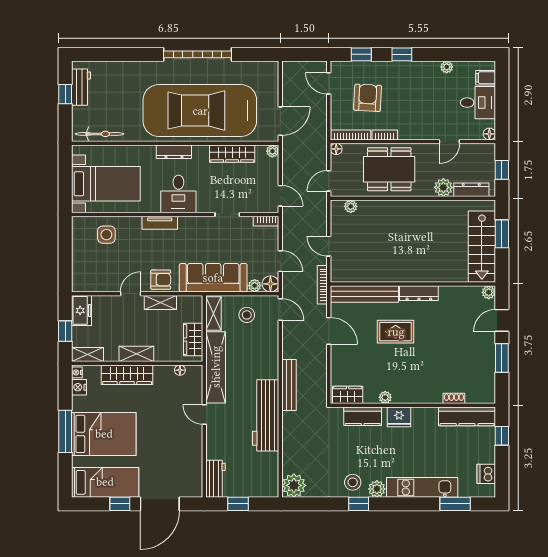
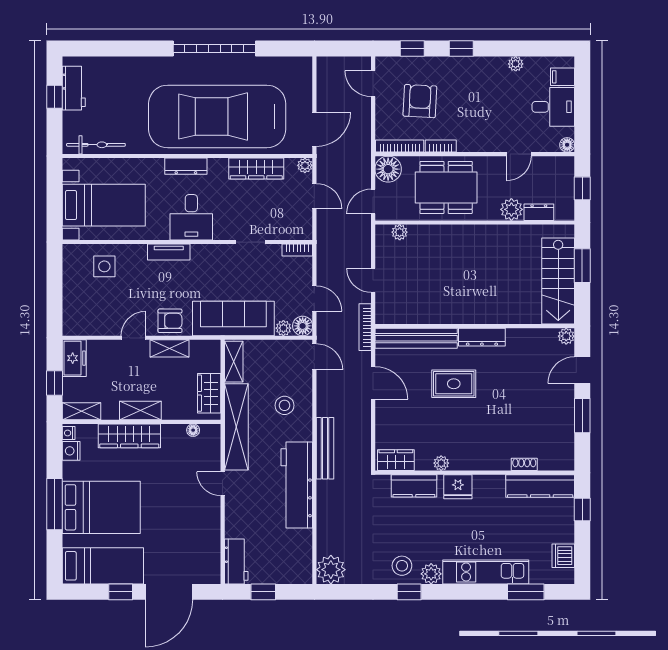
floor lamp: (336, 149) -> (388, 169), width x1.89, depth x1.89
dresser: (471, 190) -> (539, 212), width x0.70
door: (280, 196) -> (314, 196), moved
stool: (247, 315) -> (284, 405), moved

